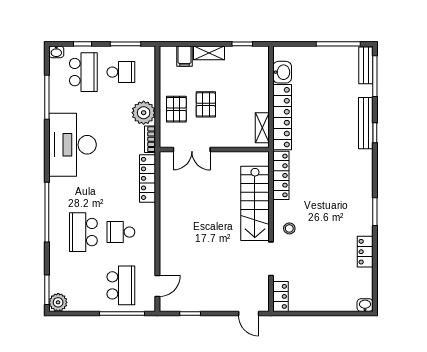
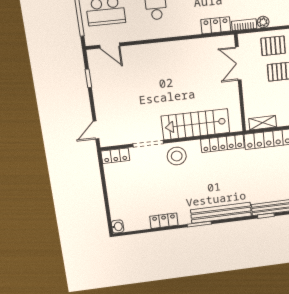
plant: (144, 113) -> (263, 22), width x0.53, depth x0.53
locker: (147, 178) -> (216, 25), width x0.66
bench: (364, 185) -> (221, 213), added
stool: (289, 228) -> (177, 156), width x1.89, depth x1.89

